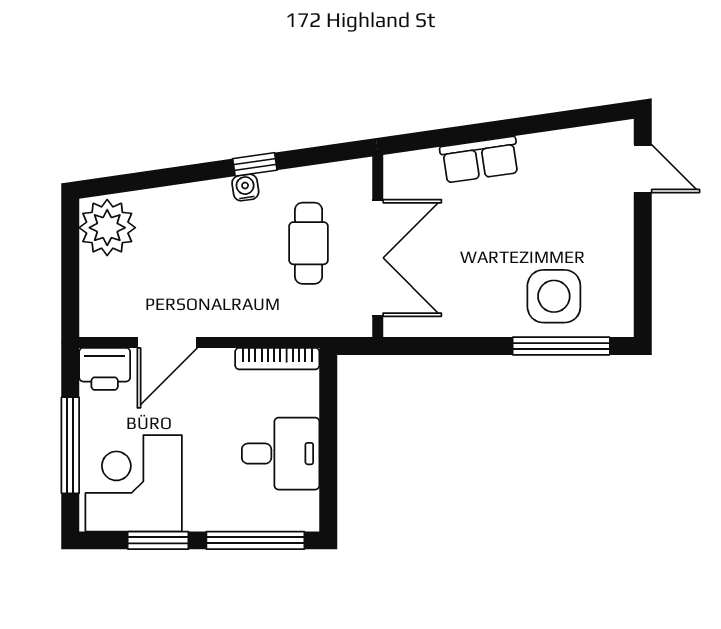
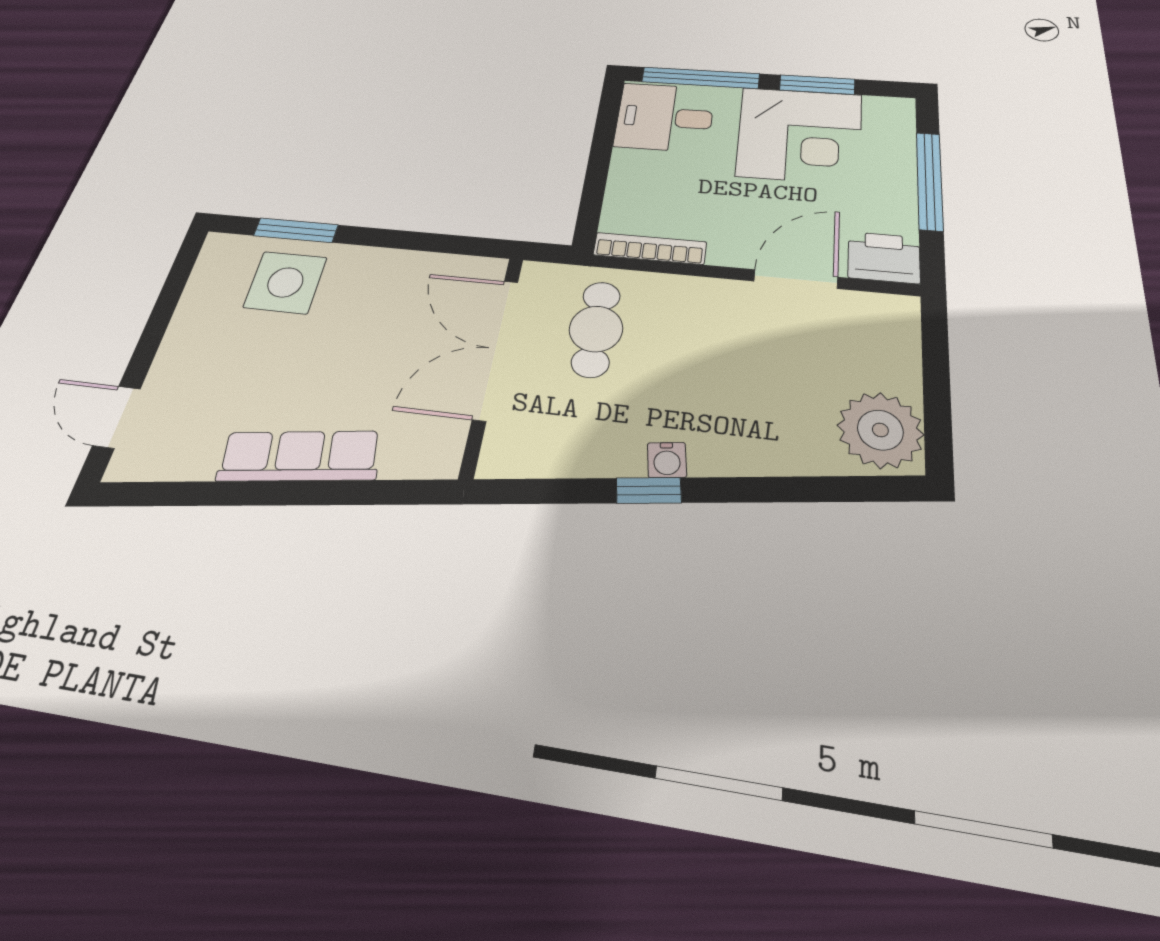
row of seats: (480, 160) -> (299, 456), width x1.48
cafe table: (309, 243) -> (596, 329), moved
window: (561, 346) -> (296, 230), width x0.69
desk: (281, 454) -> (665, 117), moved
corner desk: (134, 483) -> (799, 135), moved

